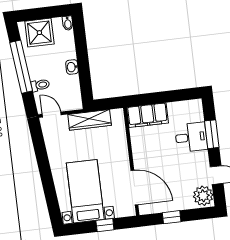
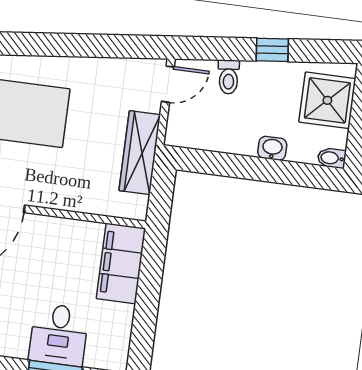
window: (21, 67) -> (272, 50), width x0.32
washbasin: (72, 67) -> (272, 148), moved

